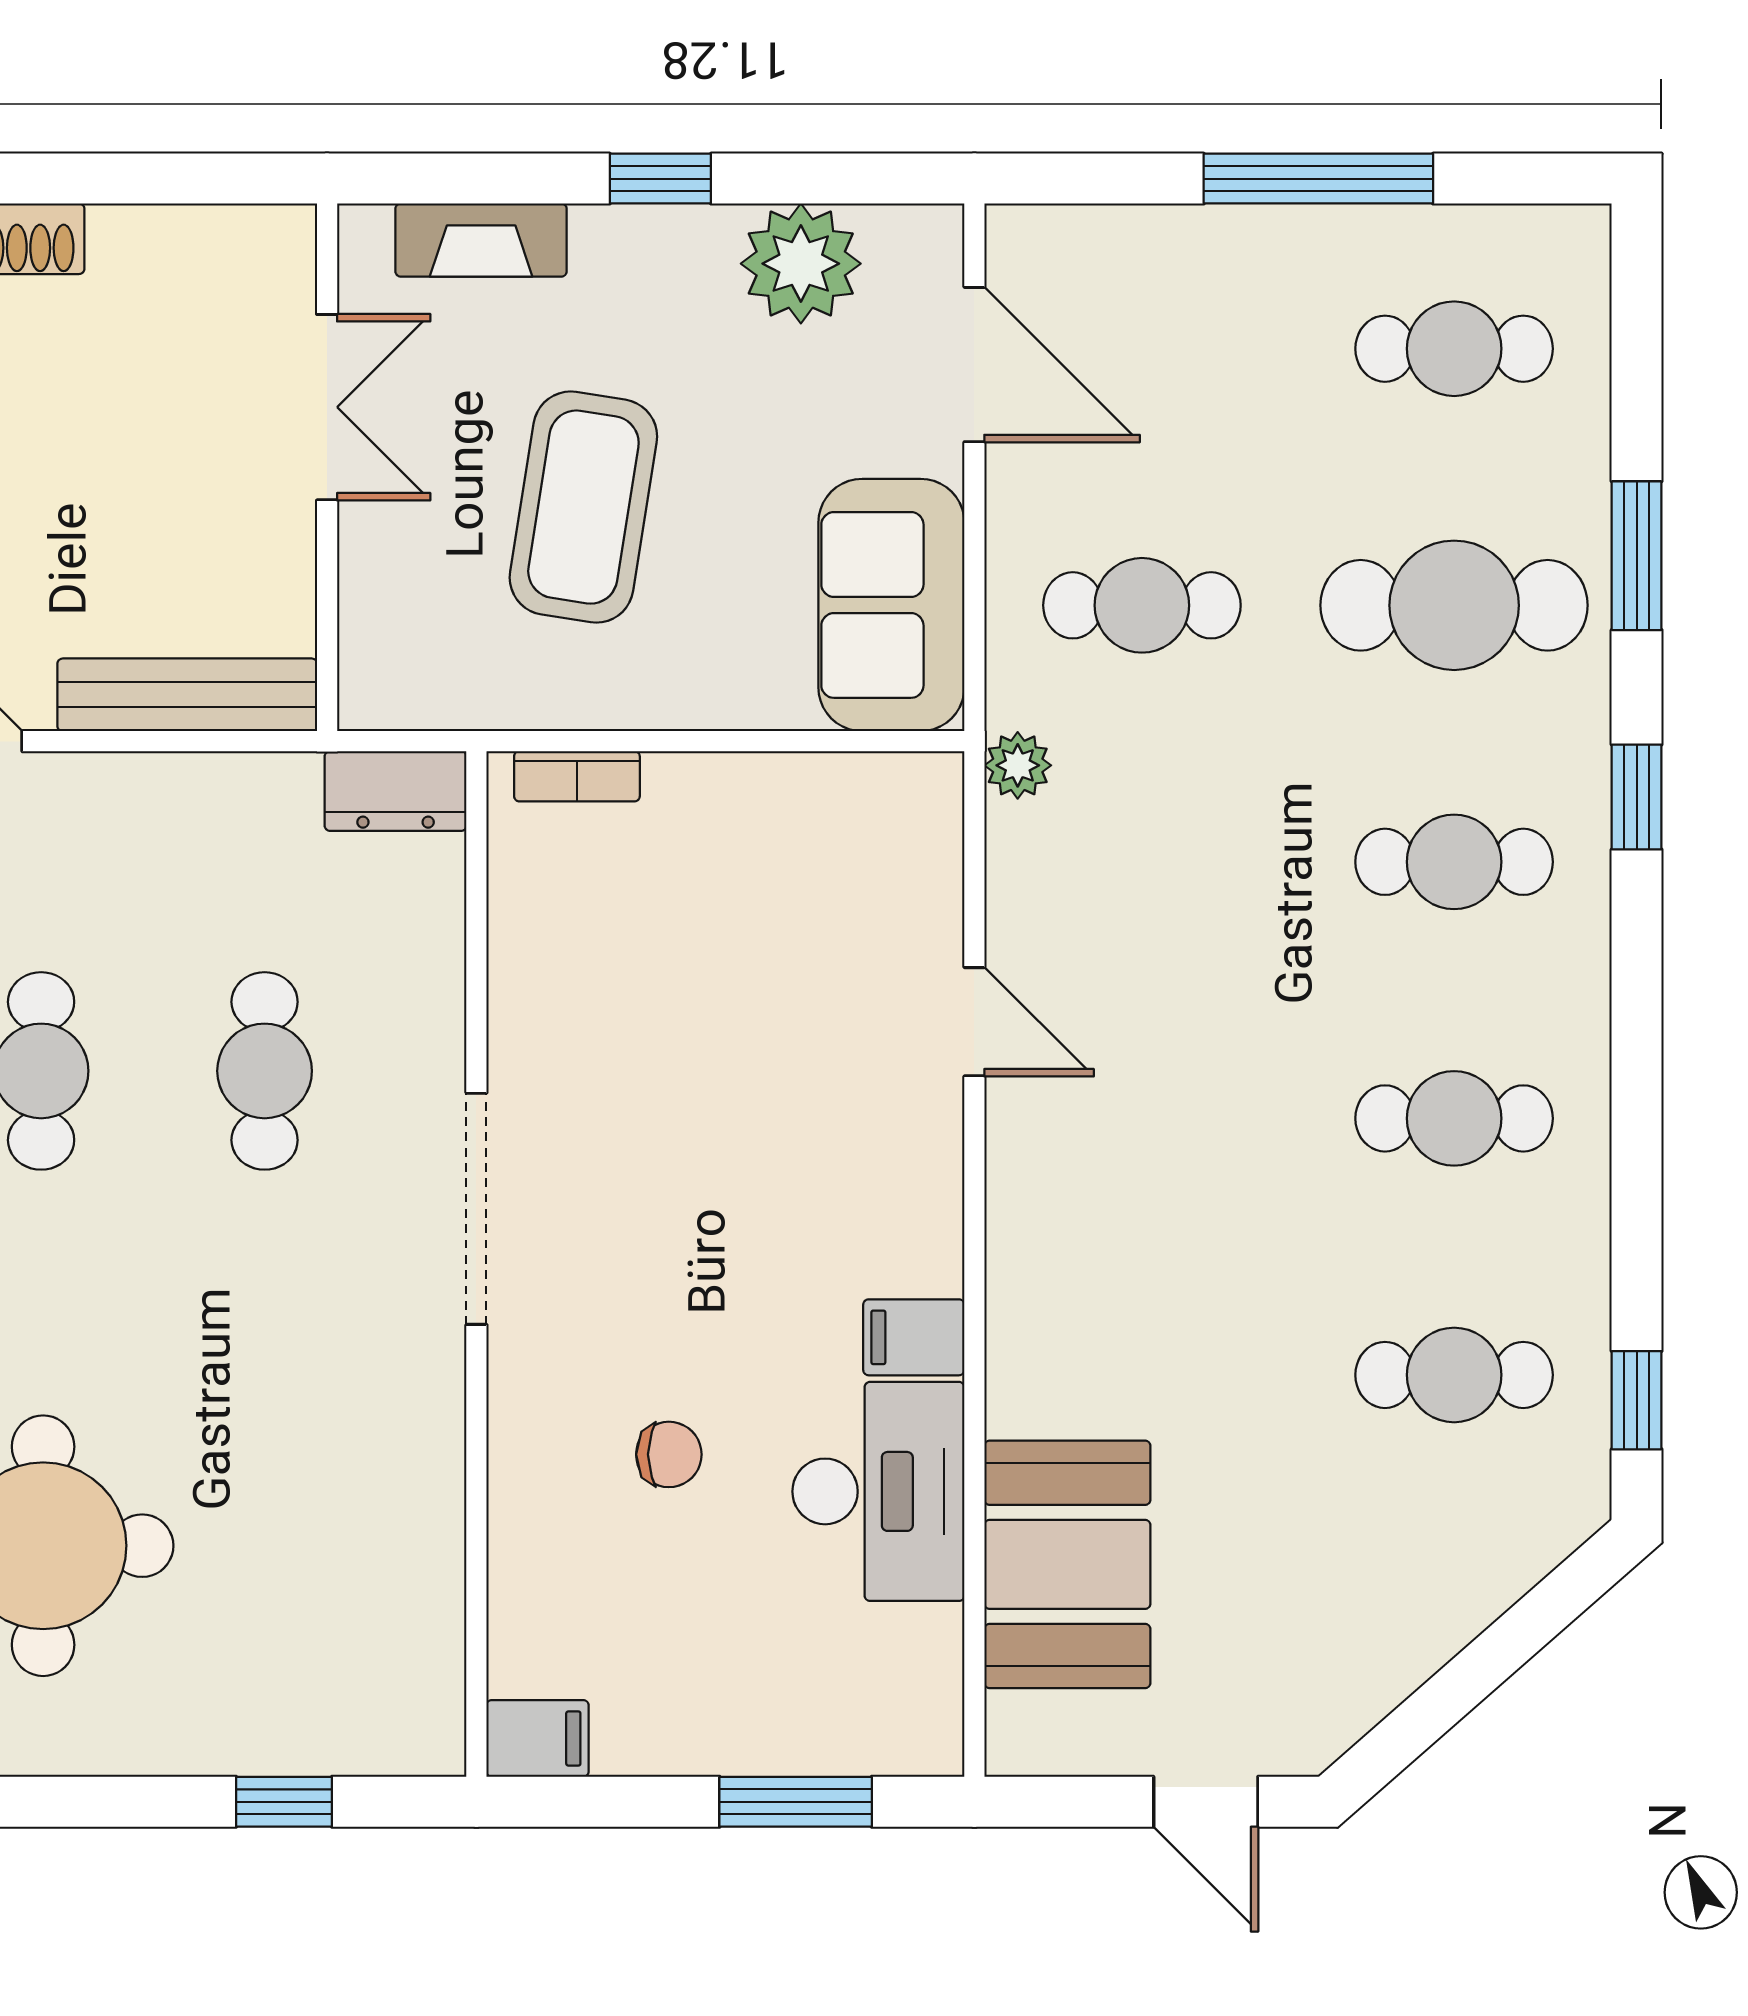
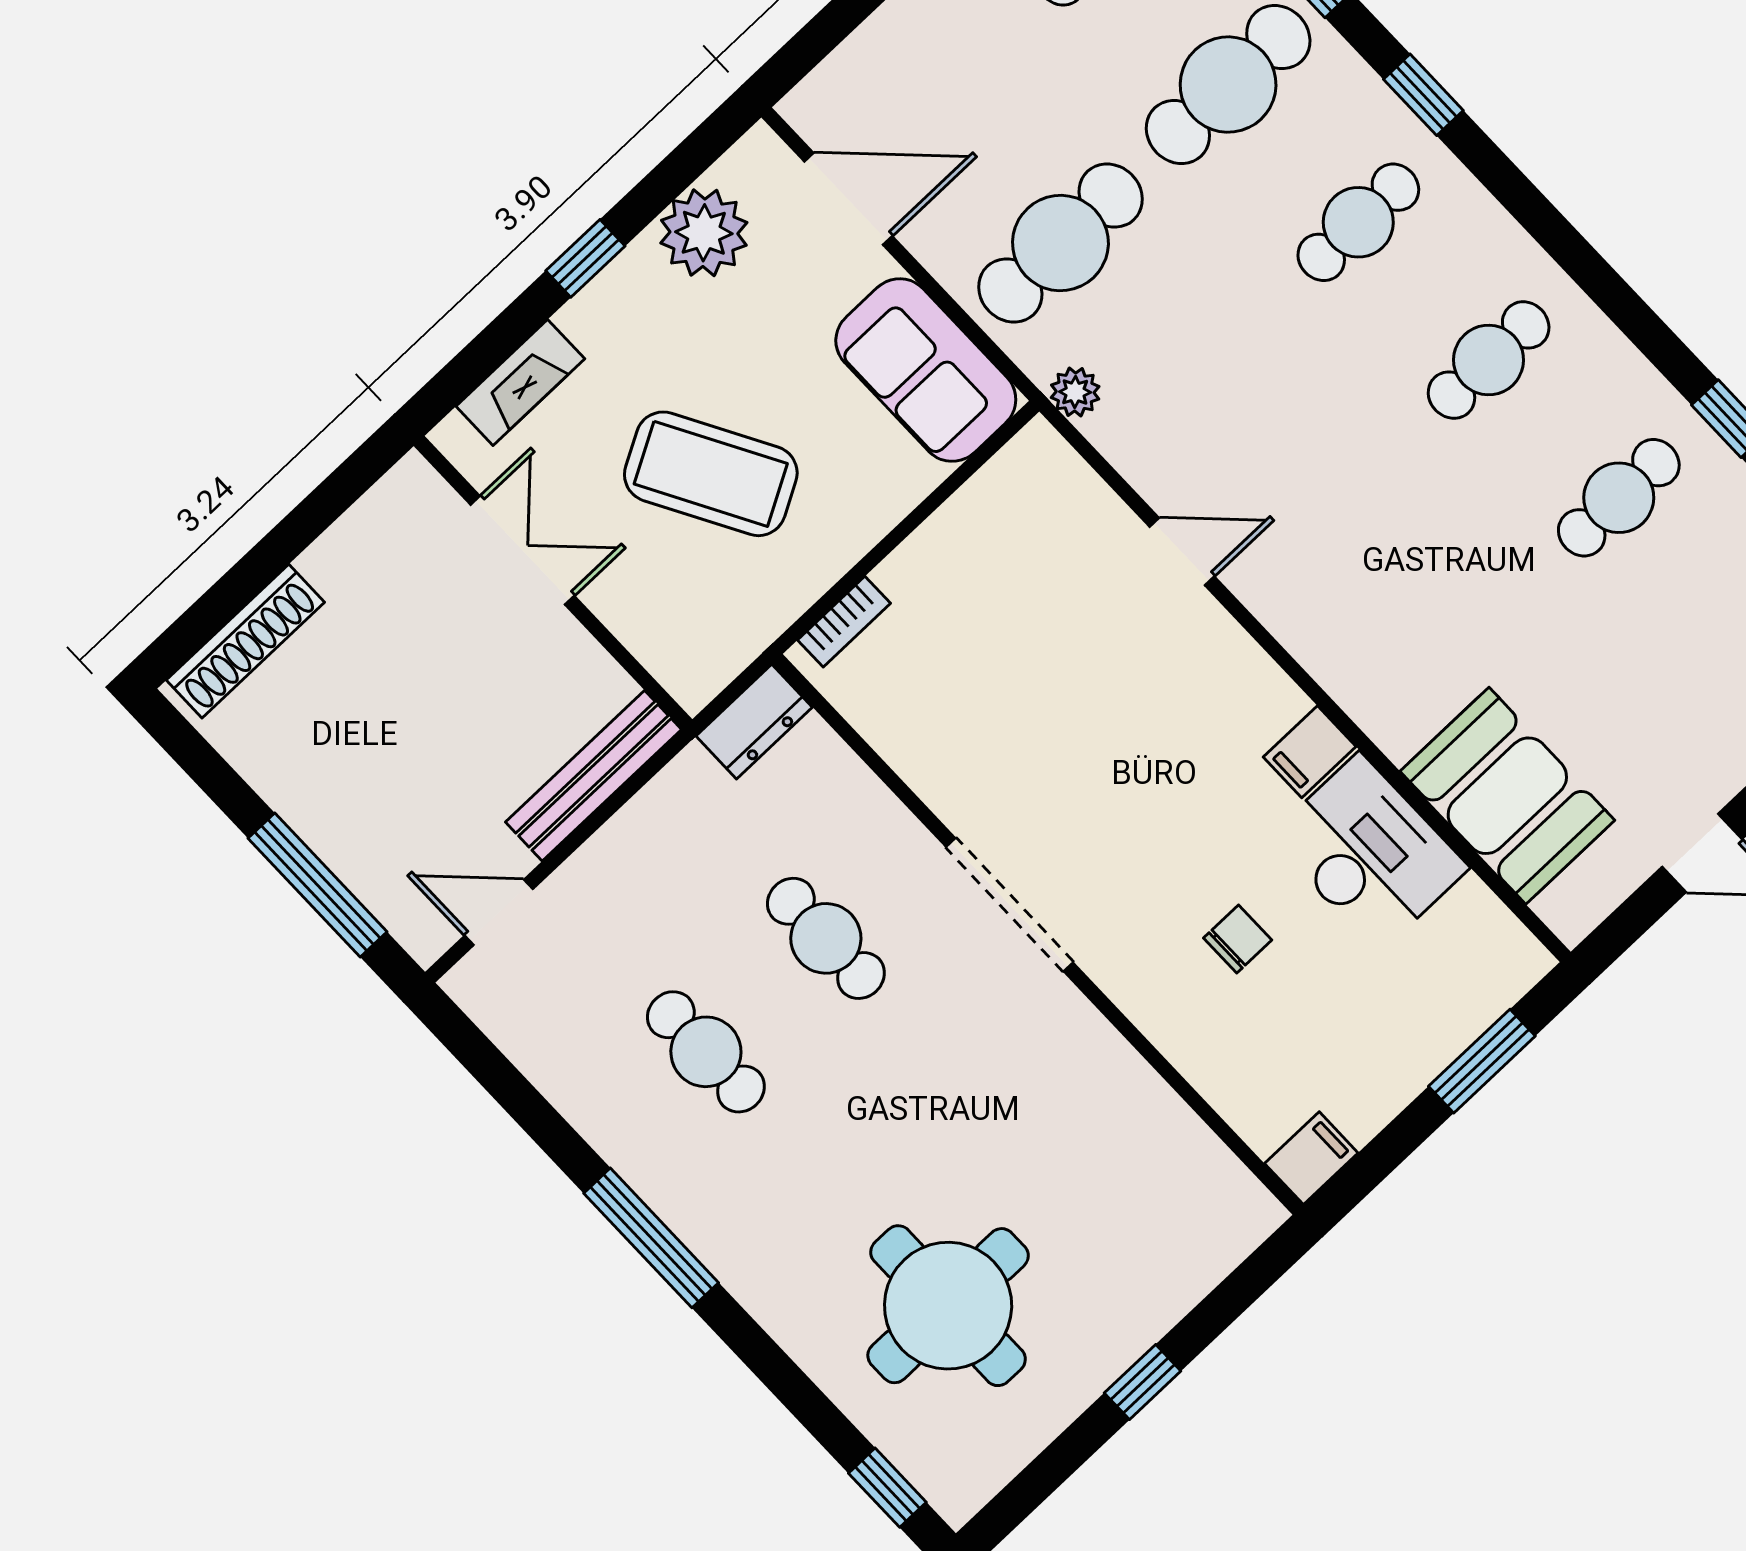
coffee table: (583, 507) -> (711, 474), turned -38
cafe table: (1142, 605) -> (1060, 243), width x1.37, depth x1.35
window: (284, 1802) -> (1143, 1382), moved

